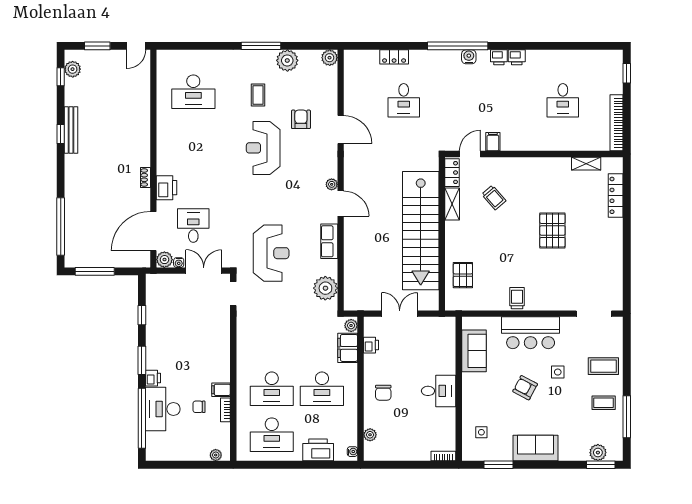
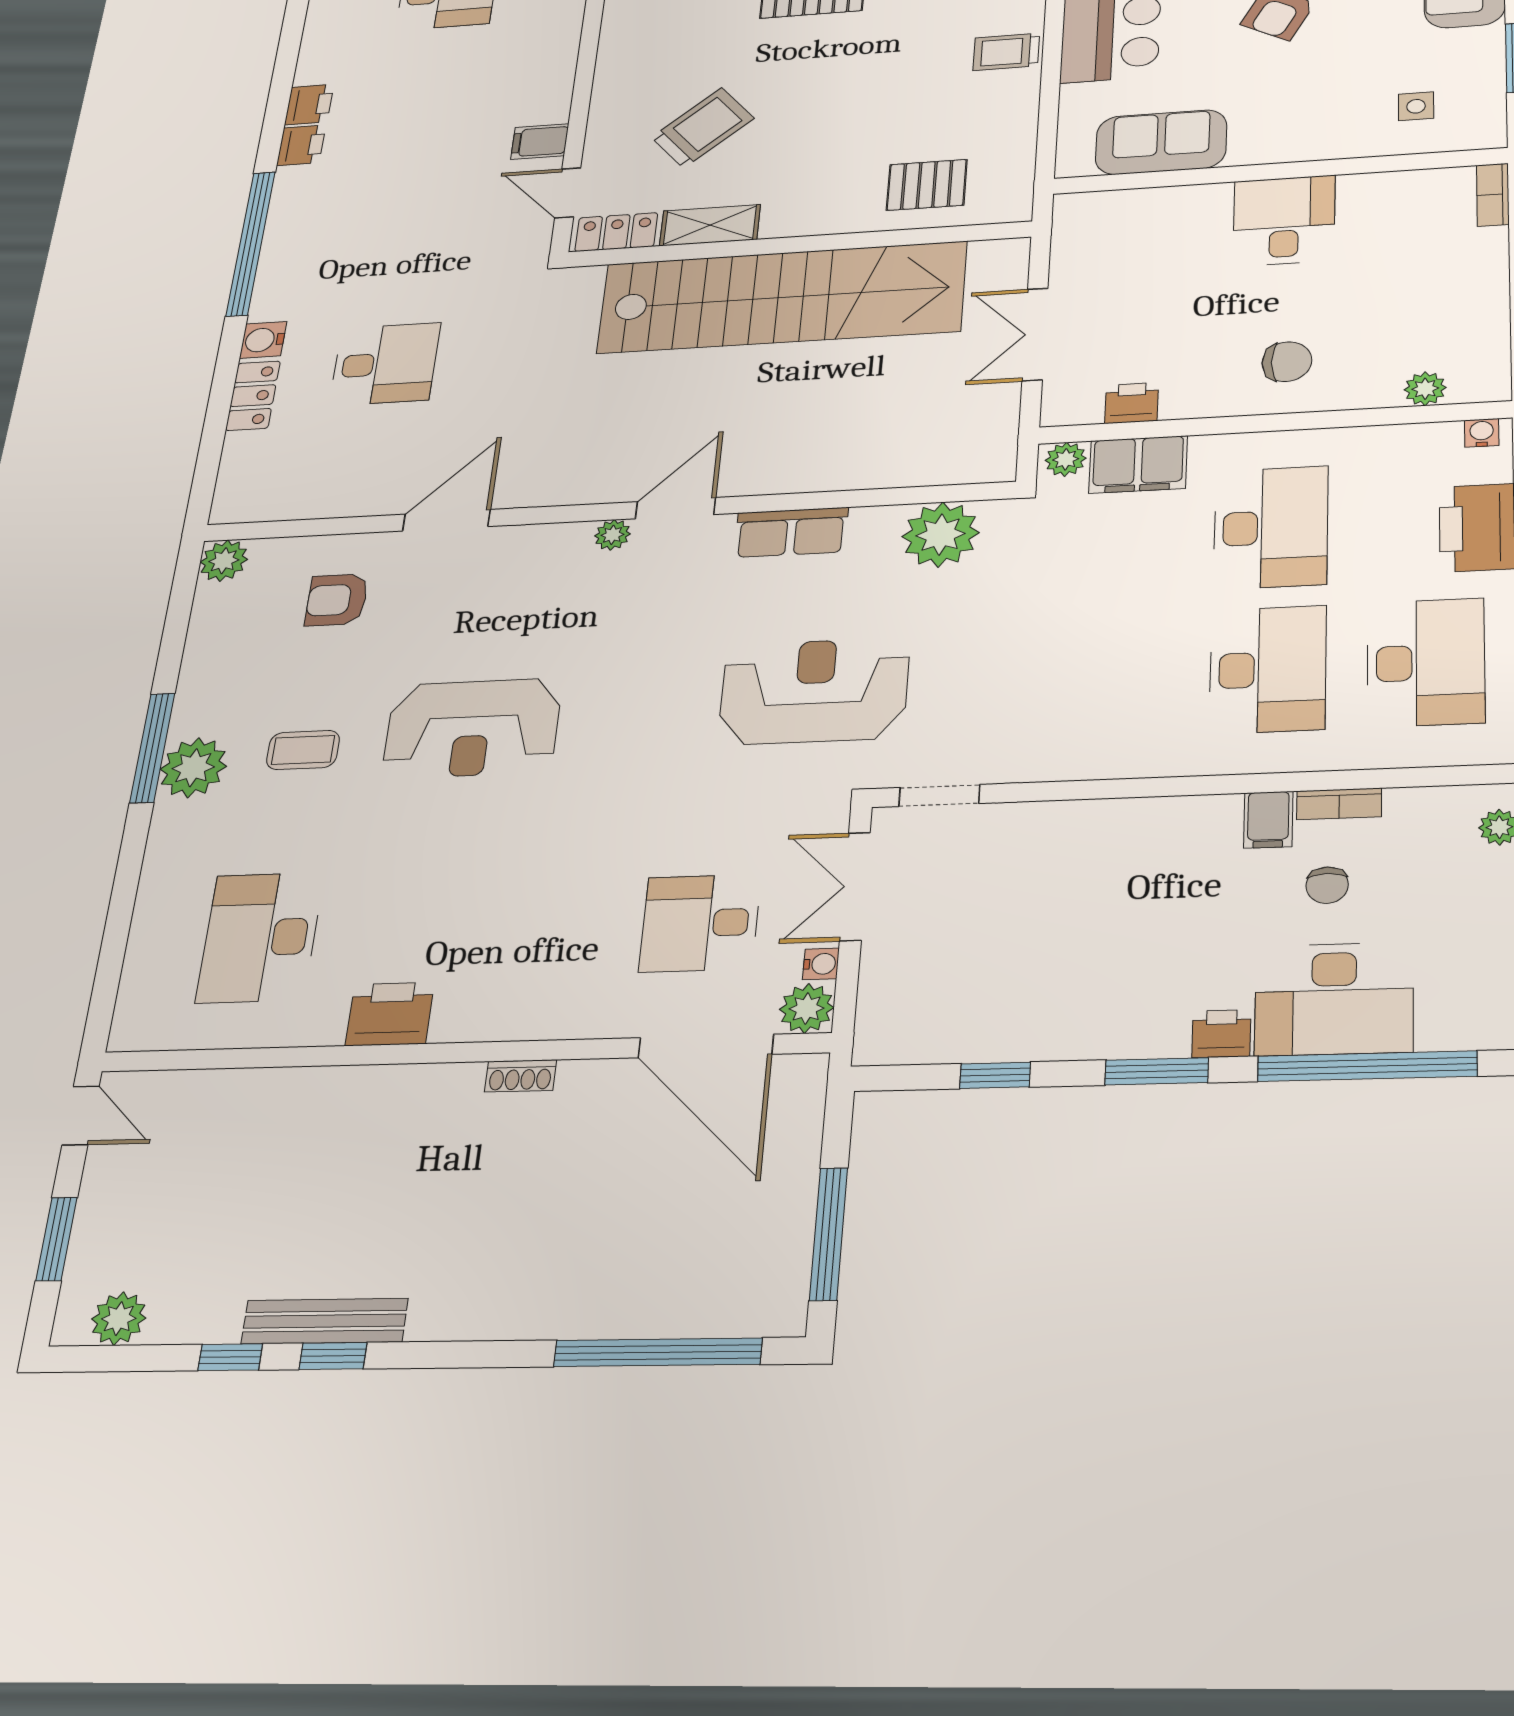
water cooler: (469, 57) -> (263, 340), moved
plant: (287, 60) -> (193, 768), moved
window: (61, 77) -> (230, 1357), moved
desk: (193, 92) -> (260, 937), turned 180
armchair: (301, 119) -> (337, 600), moved
printer: (167, 188) -> (390, 1014), moved
trolley: (494, 198) -> (703, 128), width x1.36, depth x1.39

